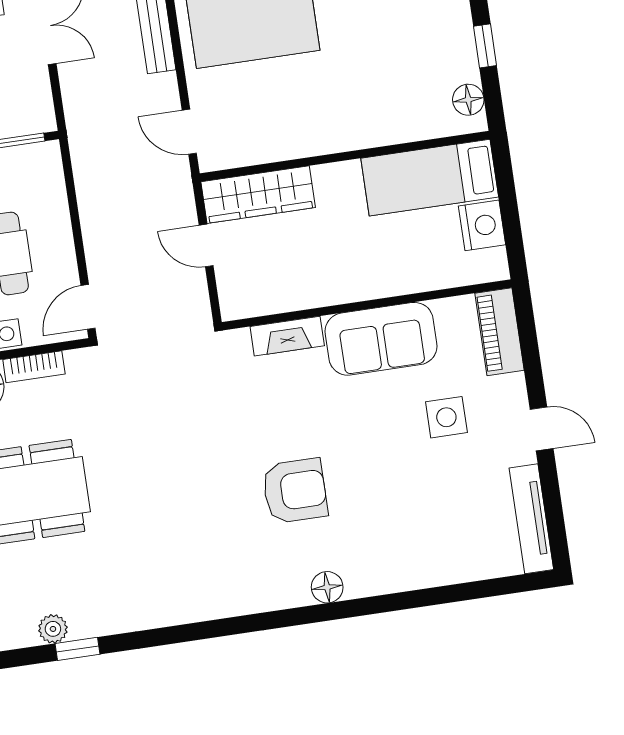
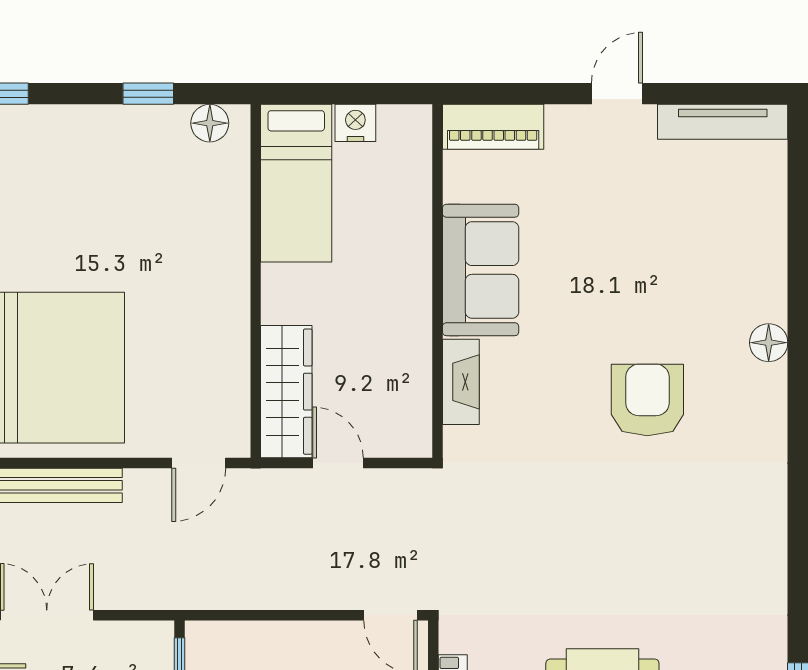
nightstand: (482, 225) -> (355, 123), width x0.74, depth x0.75
door: (206, 246) -> (338, 463), swing flipped
side table: (446, 417) -> (586, 206), removed
floor lamp: (327, 587) -> (769, 343), moved

